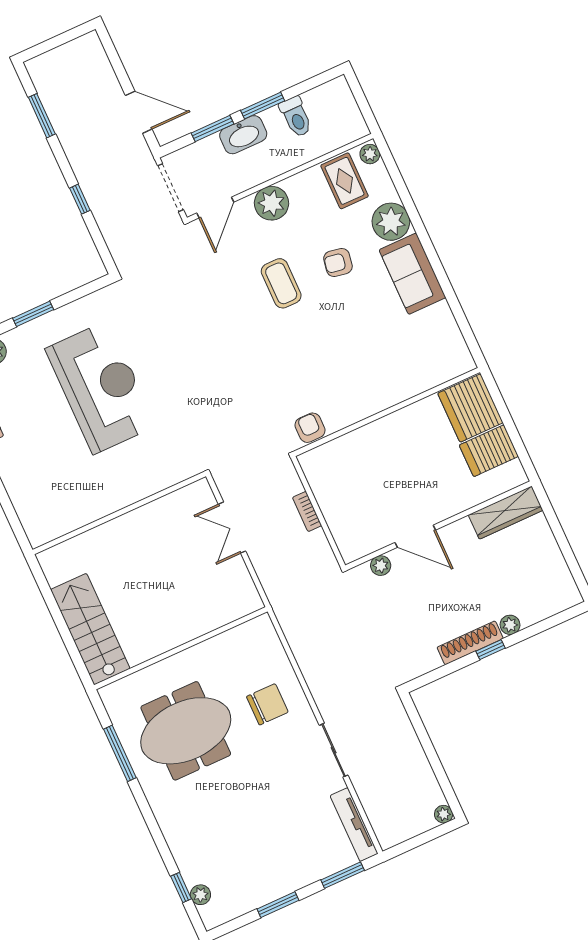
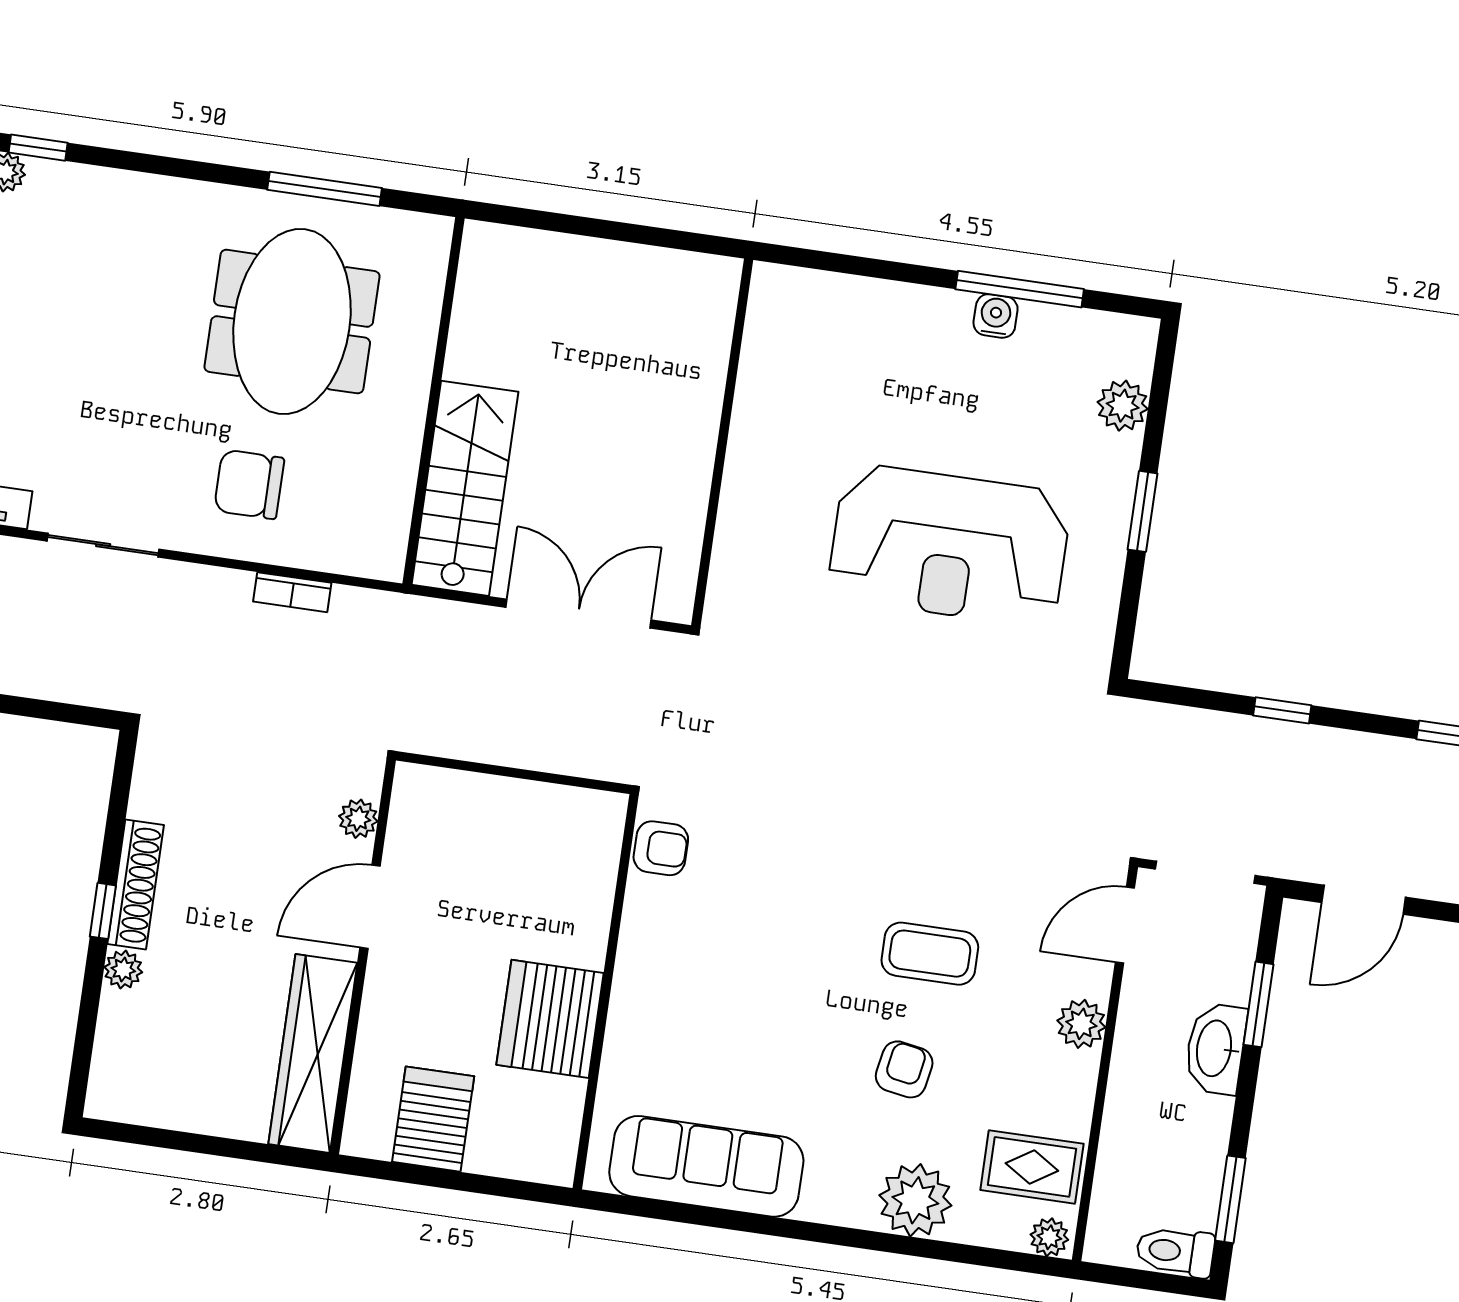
window: (263, 106) -> (1230, 1199), moved
toilet: (296, 117) -> (1175, 1252), moved
plant: (272, 203) -> (1081, 1024), width x0.73, depth x0.73
door: (215, 208) -> (1125, 925), hinge flipped
sofa: (412, 274) -> (706, 1166), moved, width x1.36
server rack: (470, 408) -> (550, 1019), moved, turned -90
bookcase: (307, 511) -> (292, 592), moved, turned 180
wardrobe: (506, 513) -> (313, 1053), width x1.40, depth x1.17
double door: (232, 528) -> (578, 614), width x1.37
stairs: (90, 629) -> (465, 488), moved, turned -90
chair: (267, 704) -> (249, 484), turned 90

